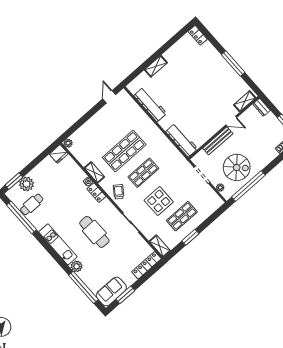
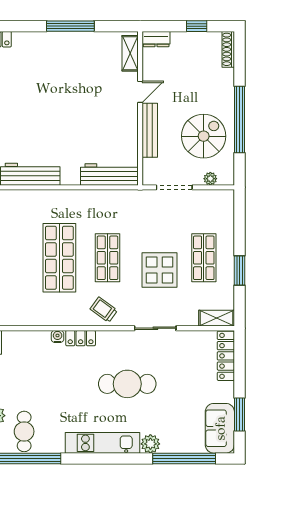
shelving: (94, 172) -> (53, 318), removed
window: (248, 186) -> (239, 119), moved

